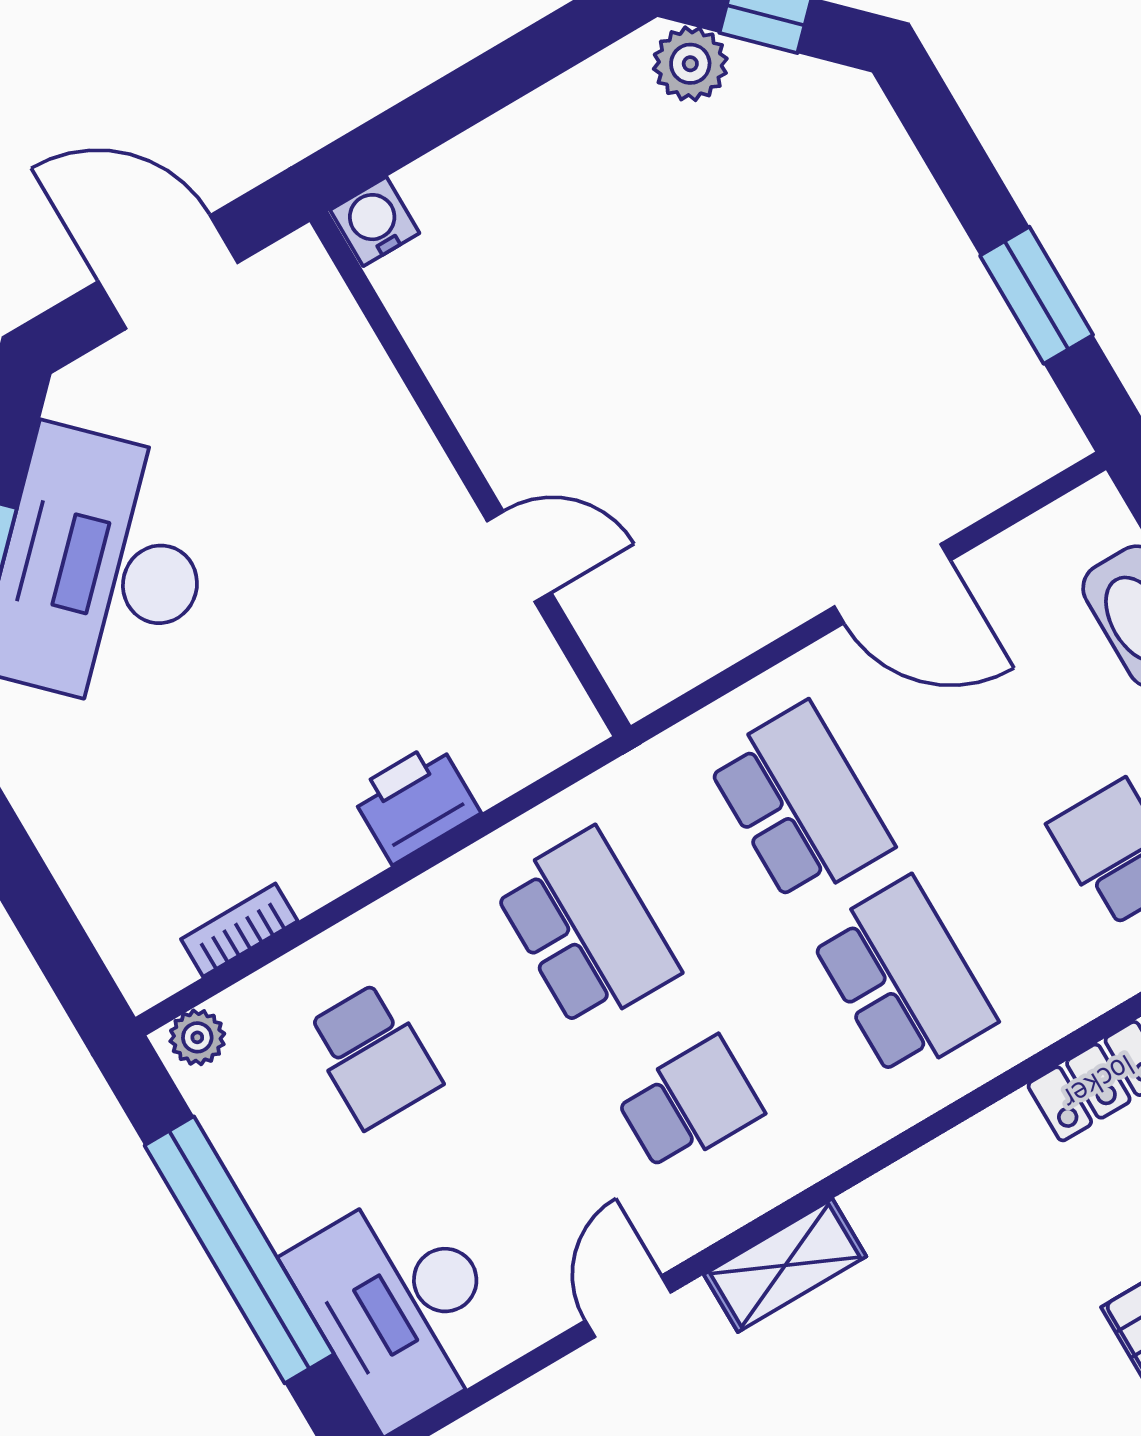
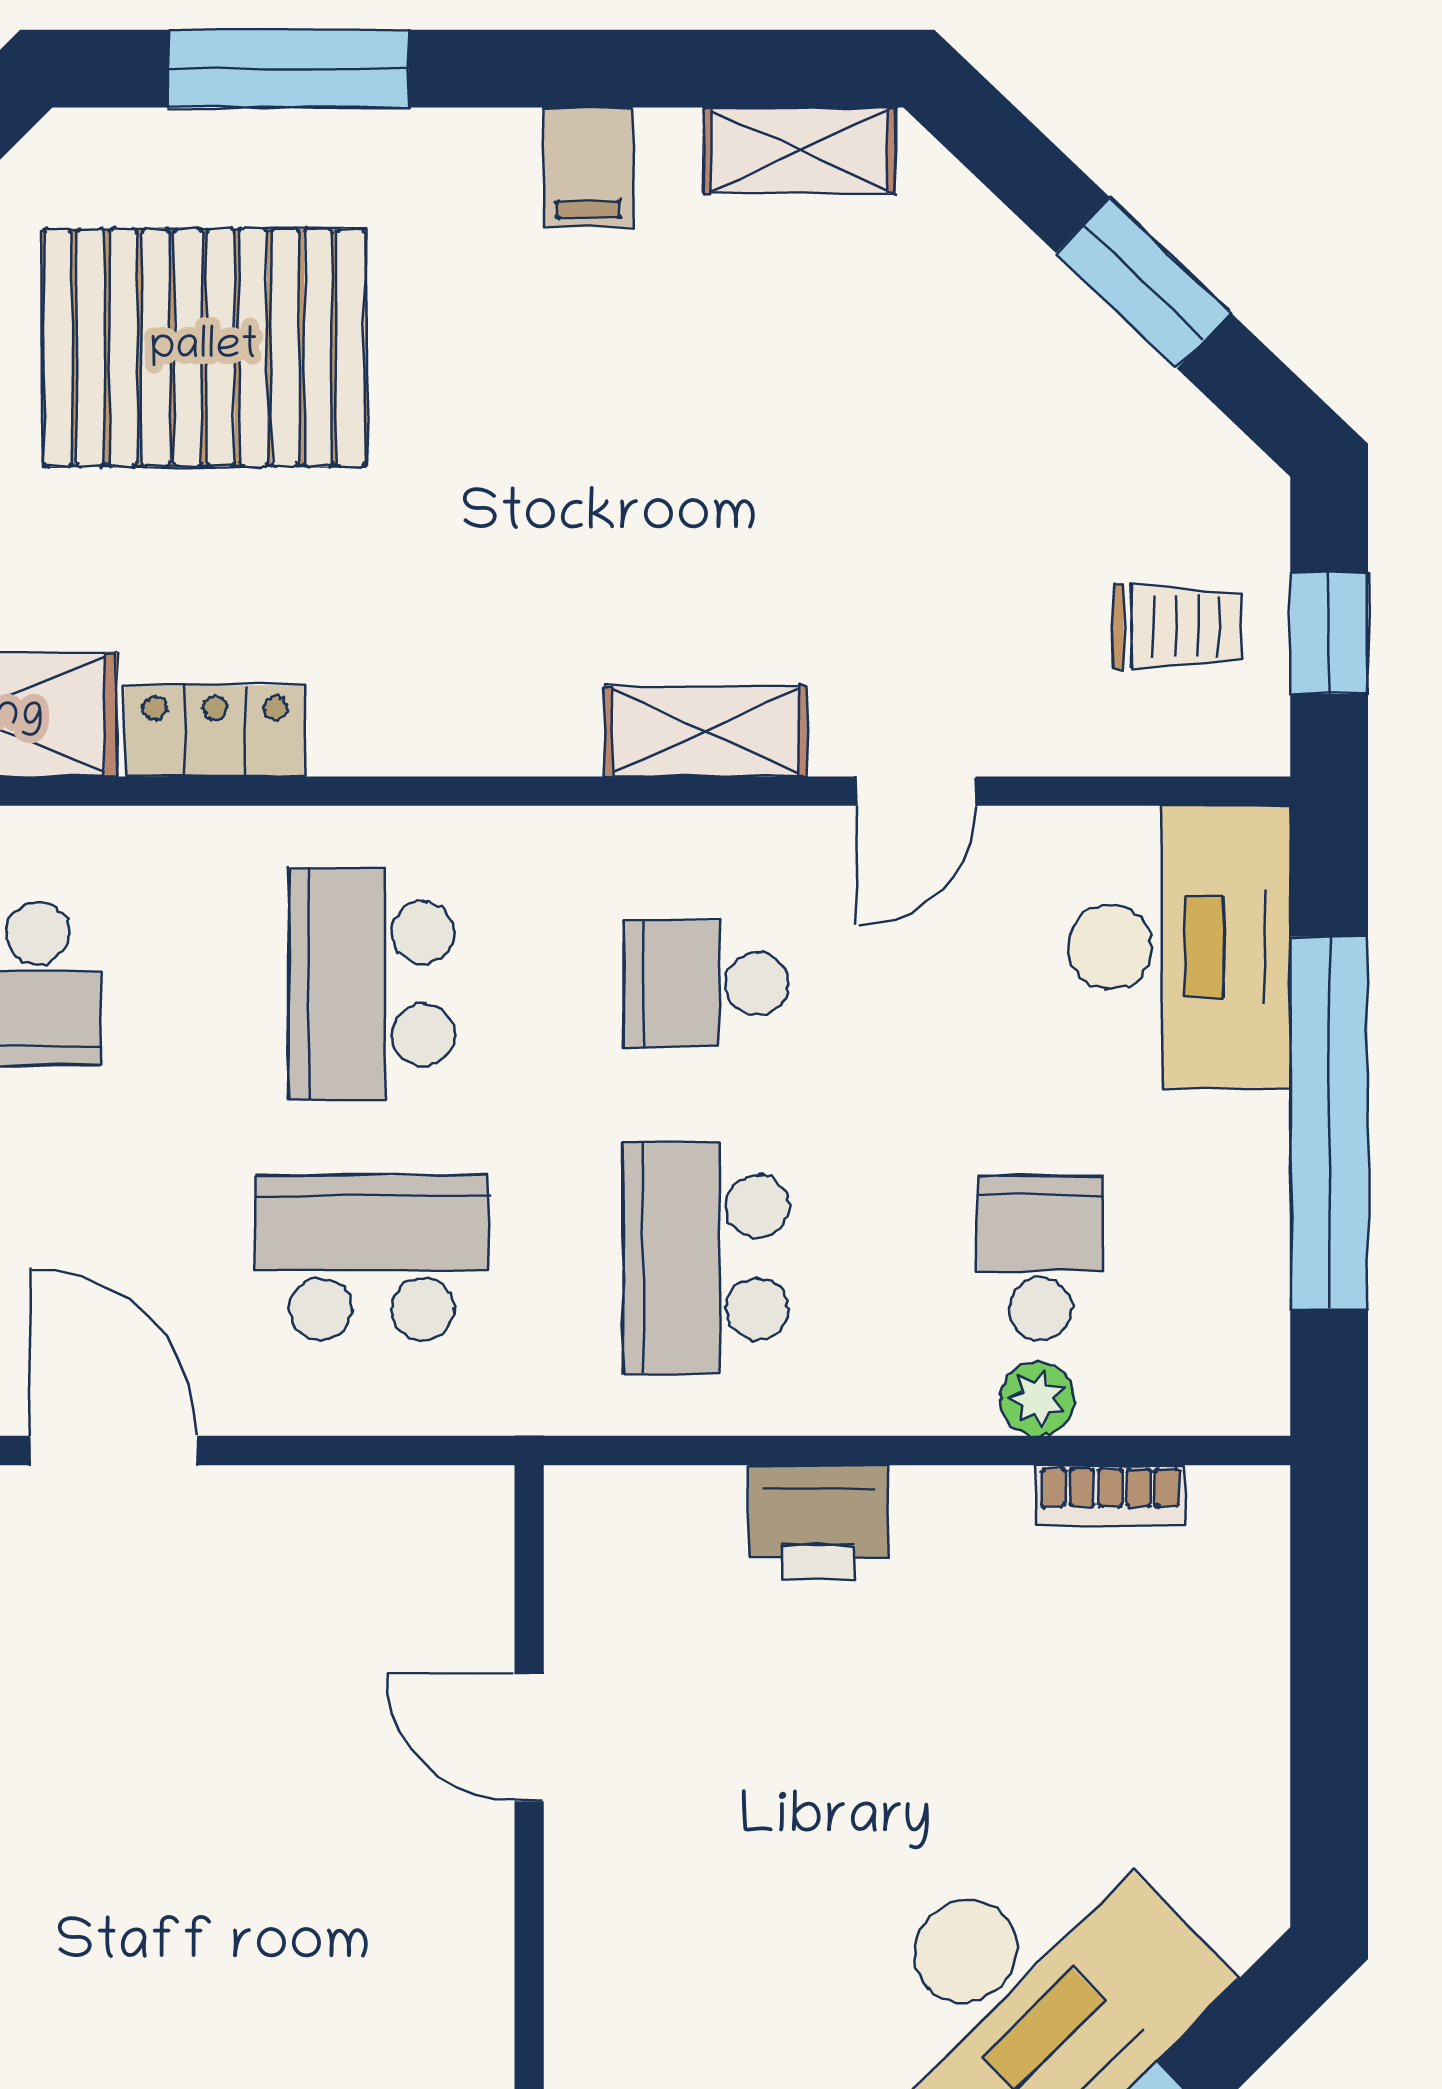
school desk: (800, 804) -> (372, 1258), turned 90
plant: (197, 1037) -> (1038, 1399), moved

